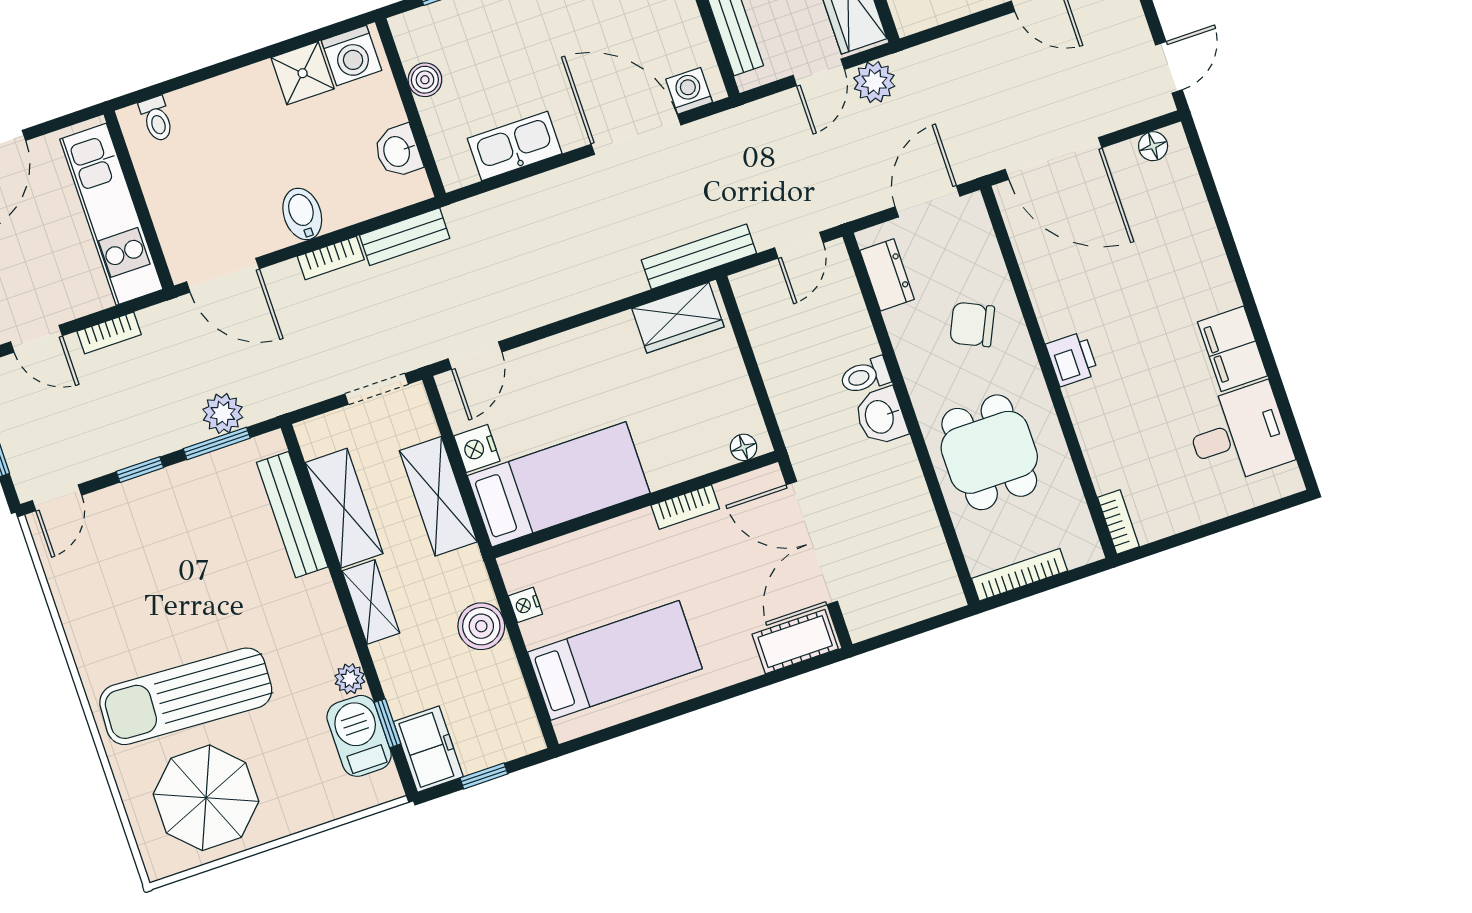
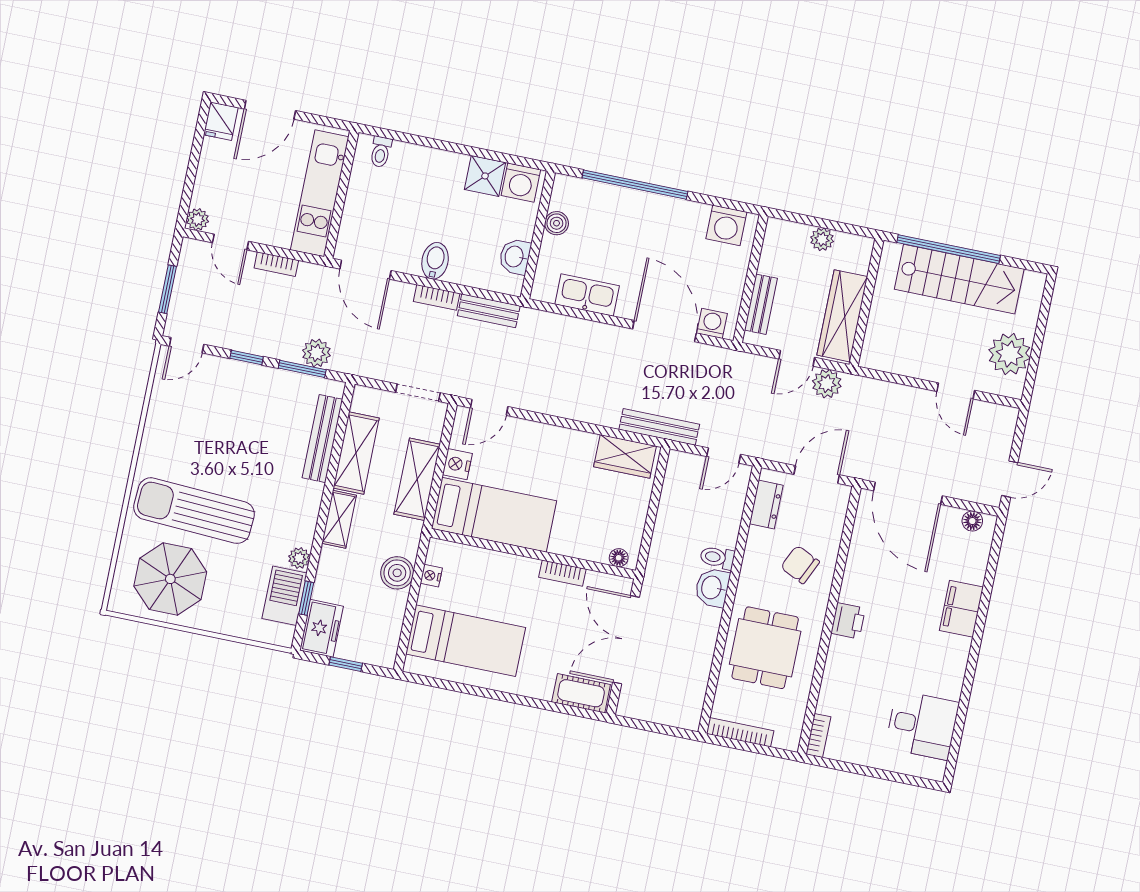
filing cabinet: (1233, 349) -> (961, 609), moved

